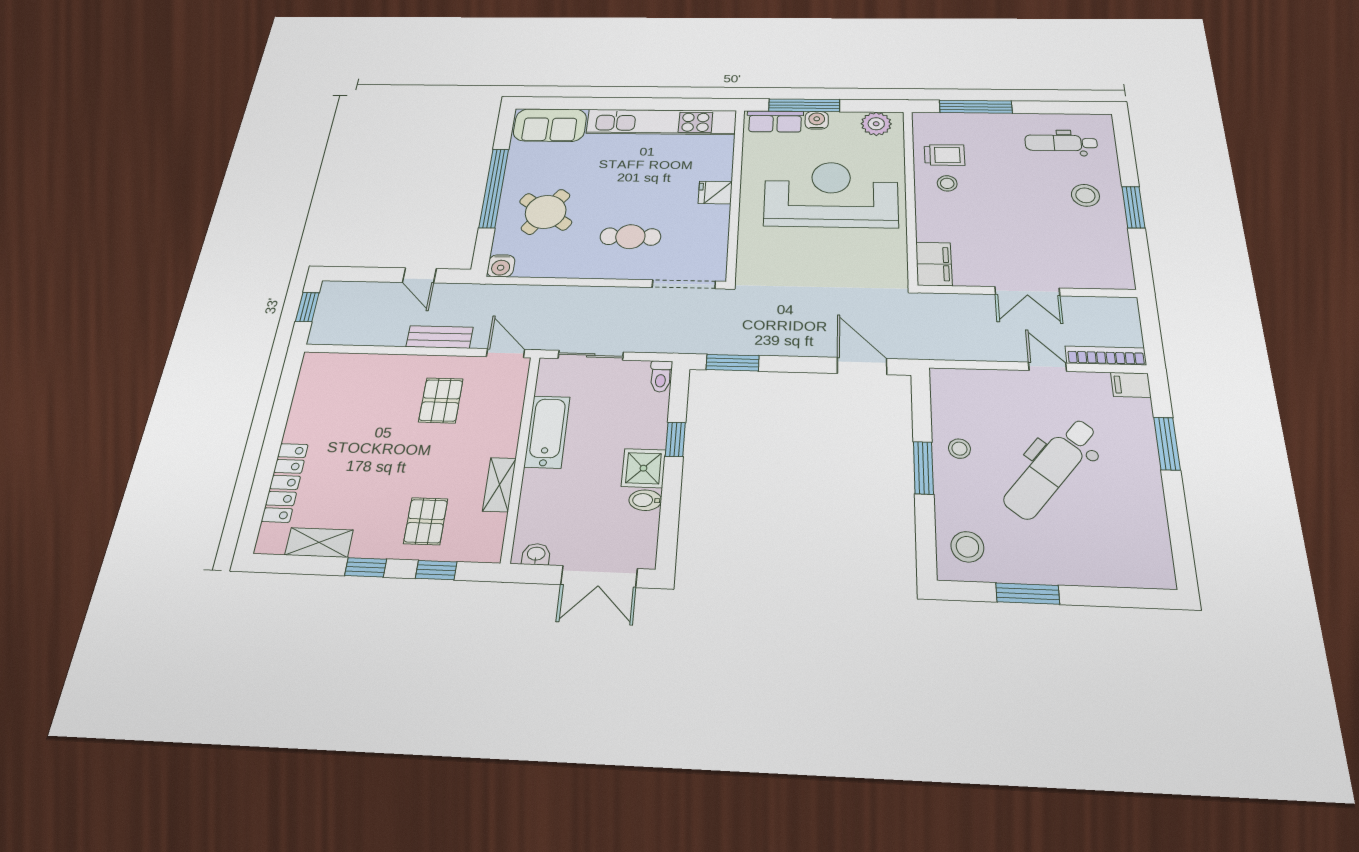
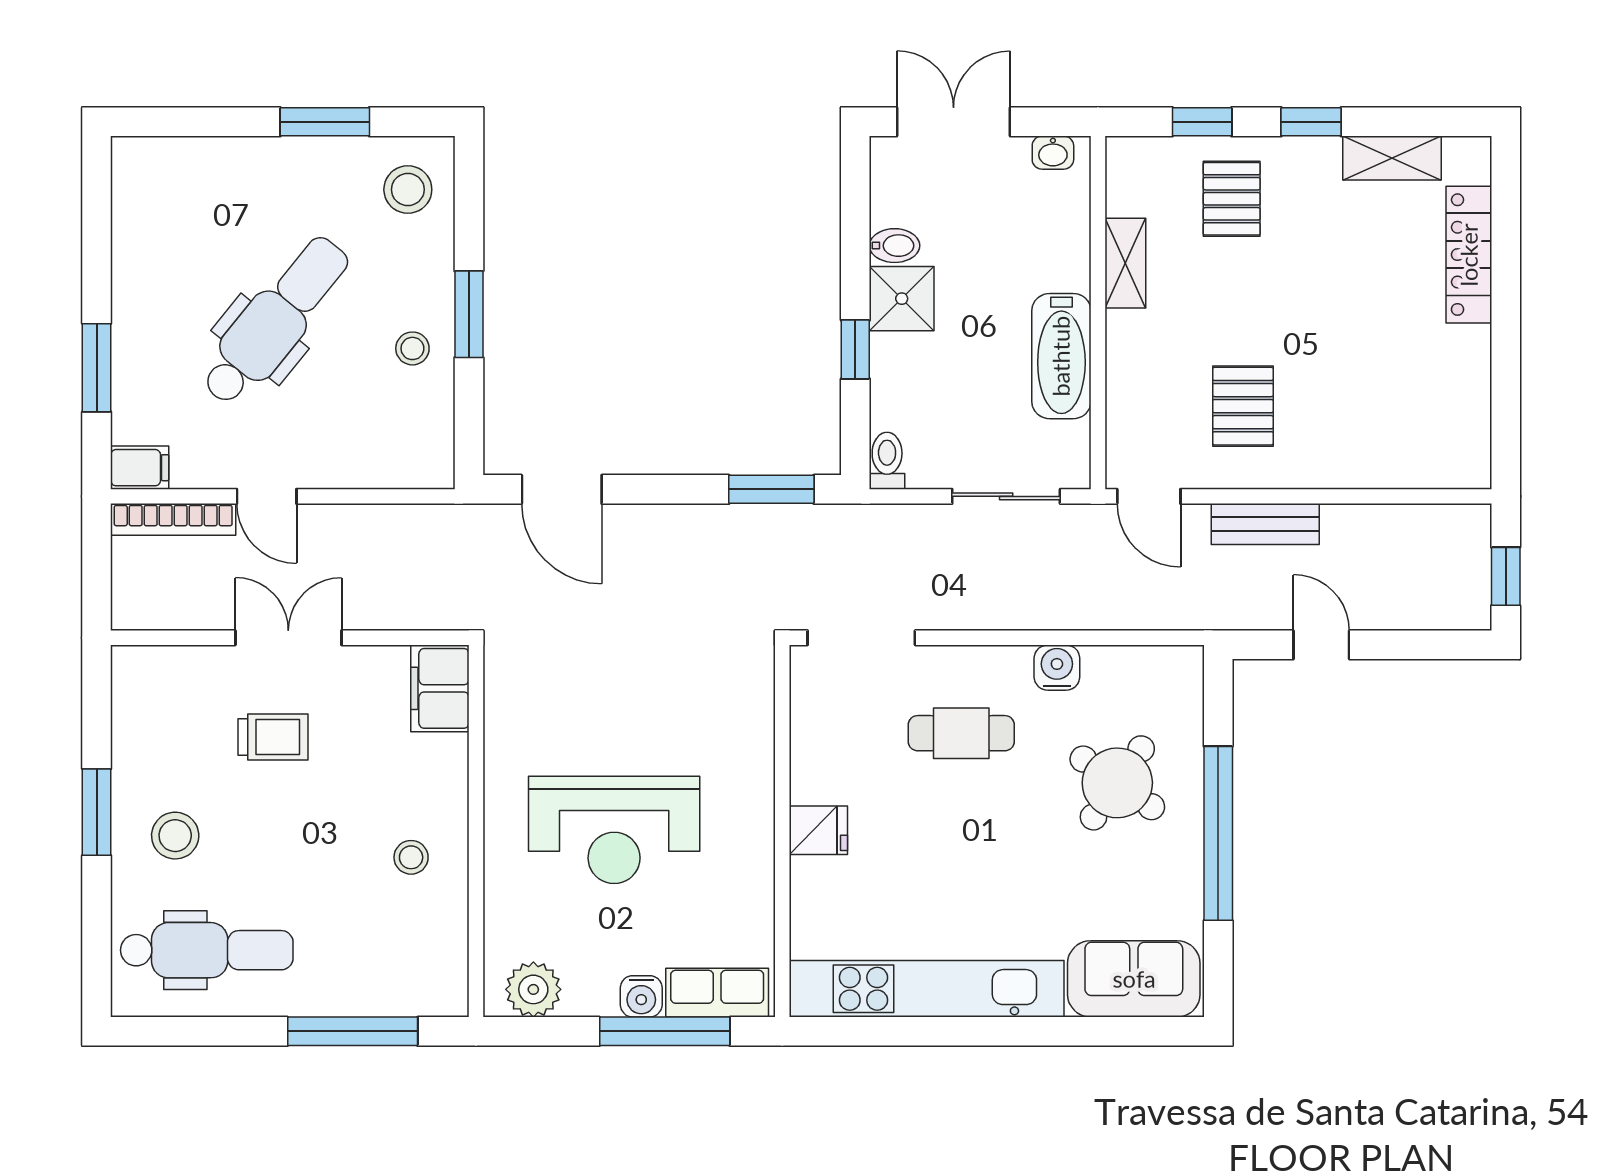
dental chair: (1061, 143) -> (207, 950), width x1.36, depth x1.38
trolley: (945, 155) -> (273, 737), moved, turned 180
reception desk: (831, 194) -> (614, 830), width x0.74, depth x0.77
water cooler: (501, 266) -> (1057, 668), moved

